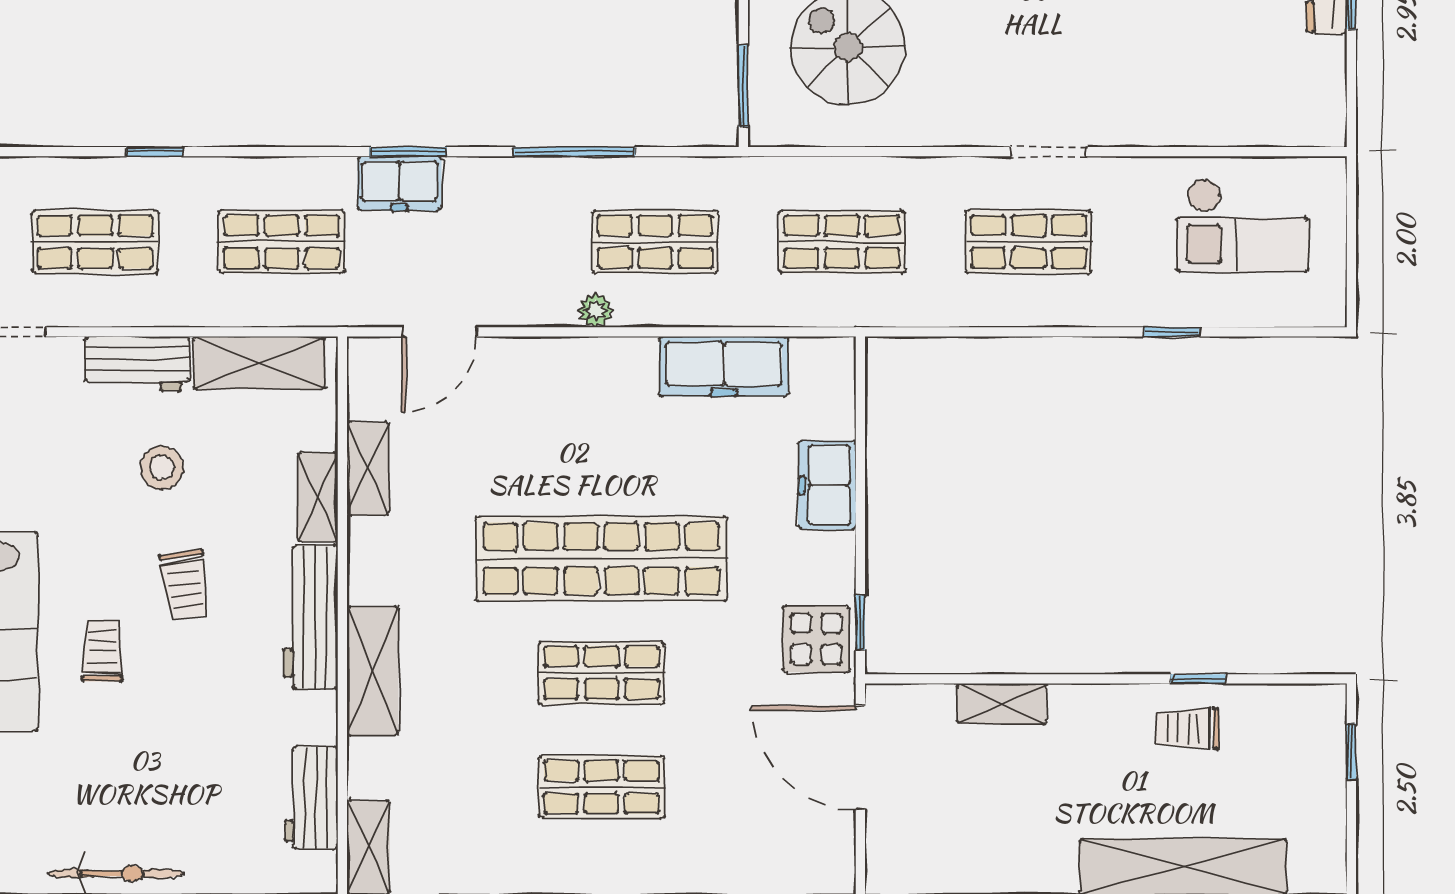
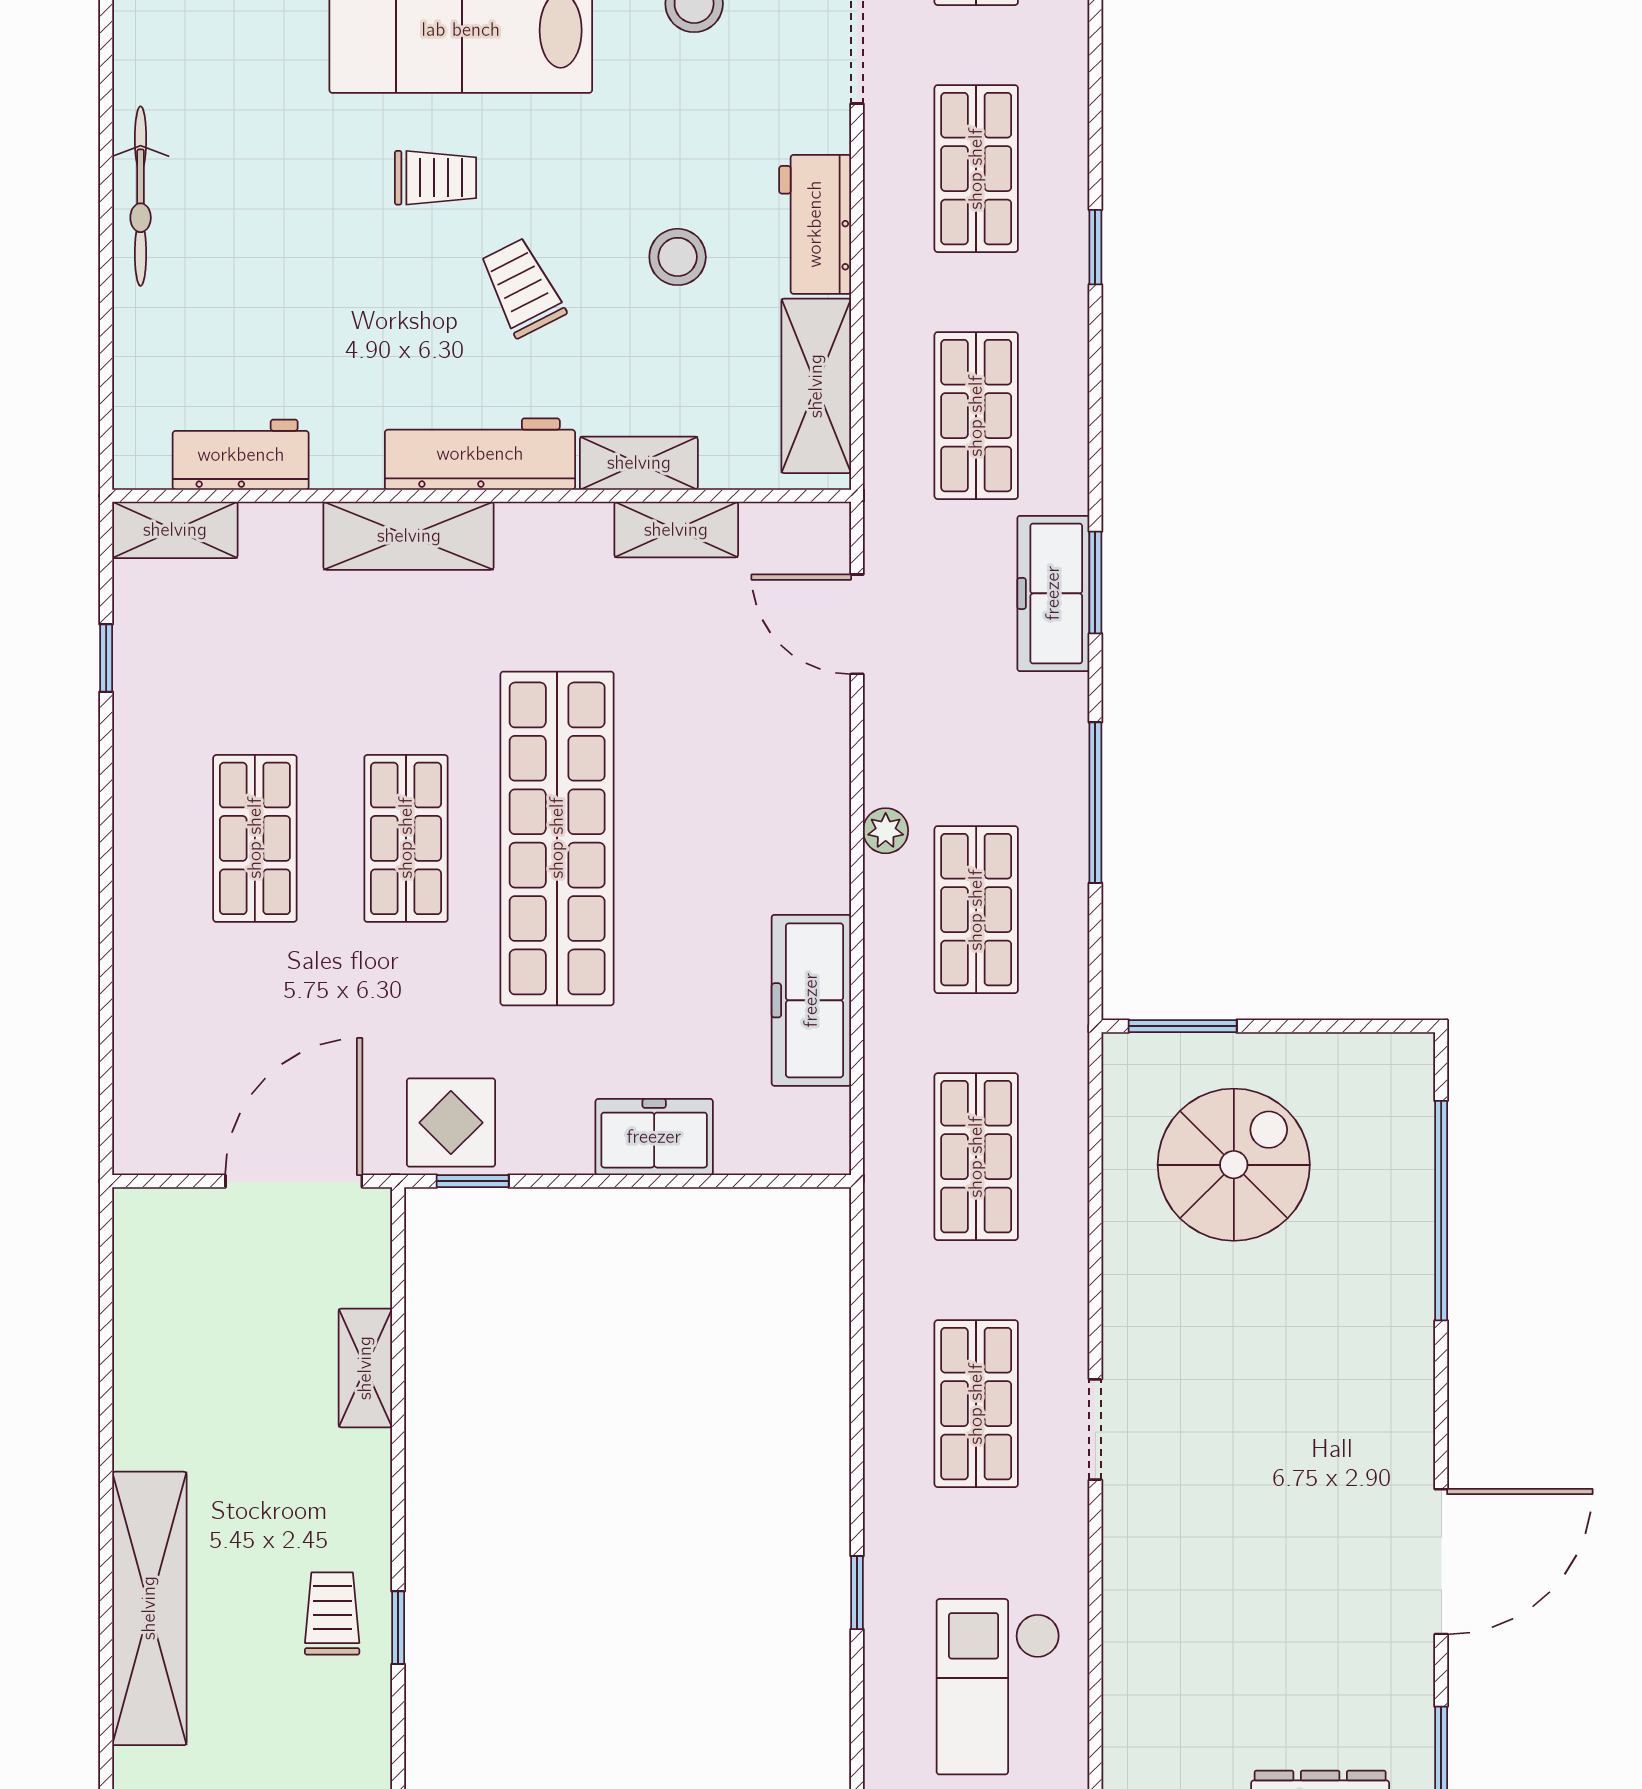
freezer: (400, 184) -> (1053, 593), width x1.40
trolley: (185, 585) -> (522, 288), turned 71

